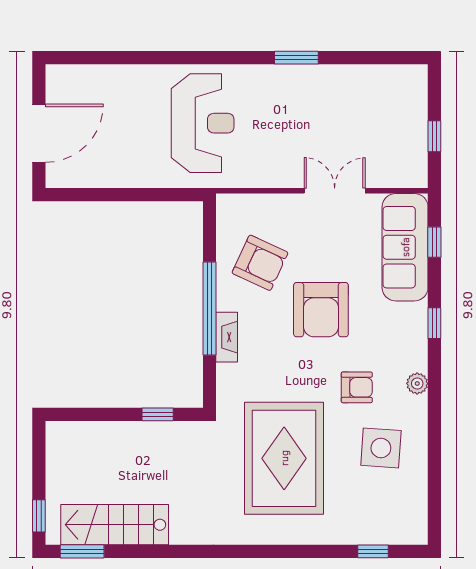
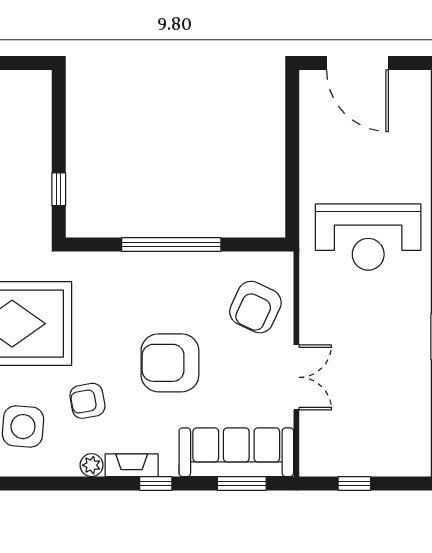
window: (434, 242) -> (242, 483), width x1.50
armchair: (260, 263) -> (255, 307), moved
fireplace: (227, 337) -> (132, 465), moved, turned 180
armchair: (357, 387) -> (87, 401), turned 80

